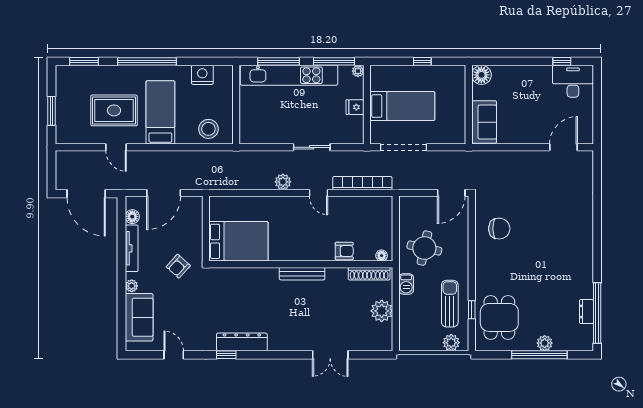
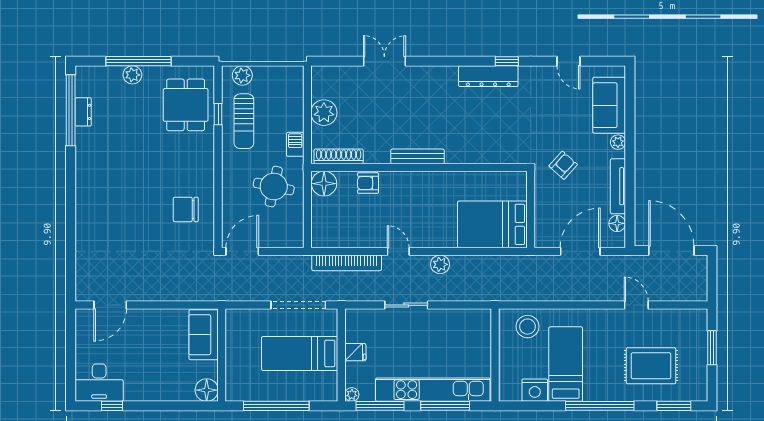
window: (422, 61) -> (276, 406), width x3.17
rug: (114, 110) -> (651, 366), moved
bed: (160, 112) -> (566, 364), moved, turned 180
bed: (238, 241) -> (492, 224), moved
floor lamp: (382, 256) -> (324, 184), width x1.89, depth x1.89

